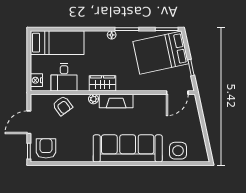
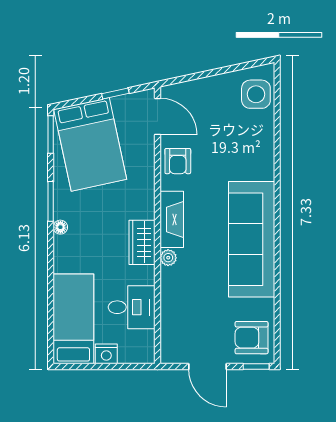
nightstand: (36, 80) -> (106, 354), moved
armchair: (63, 106) -> (178, 161), moved, turned 126
sofa: (128, 148) -> (252, 239), moved
side table: (178, 151) -> (256, 94), moved

